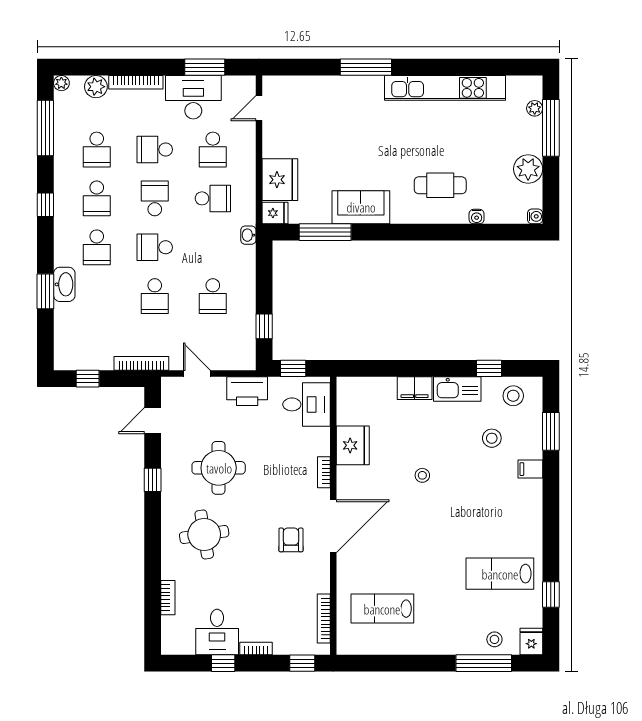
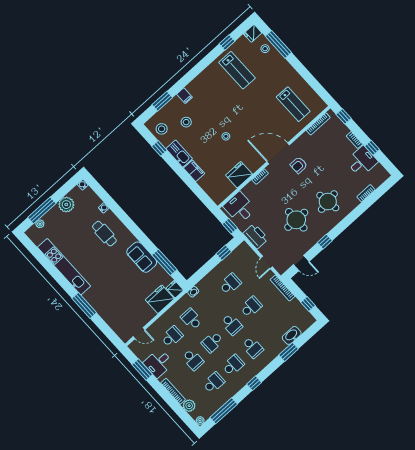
desk: (193, 97) -> (158, 363), width x0.73
school desk: (97, 247) -> (253, 348), turned 90
washbasin: (64, 284) -> (292, 335), moved

